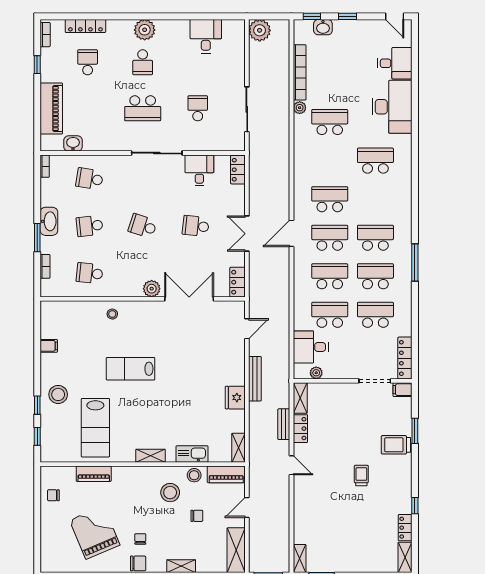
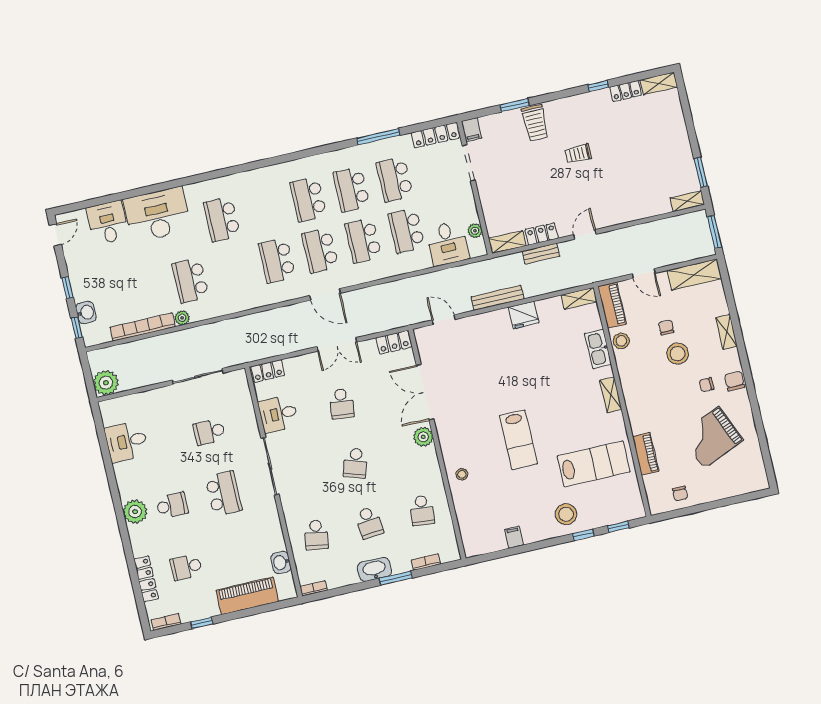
window: (415, 263) -> (378, 137), moved
stool: (170, 493) -> (678, 354), moved

